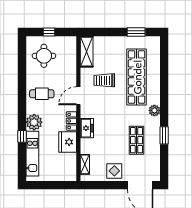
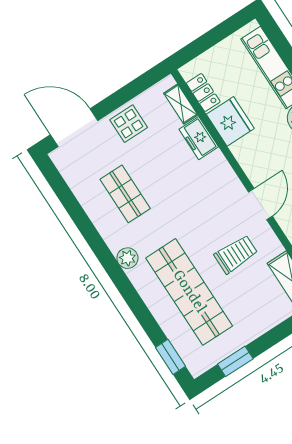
locker: (71, 121) -> (203, 93), moved
freezer: (87, 128) -> (199, 138), moved
window: (164, 135) -> (171, 357), moved

